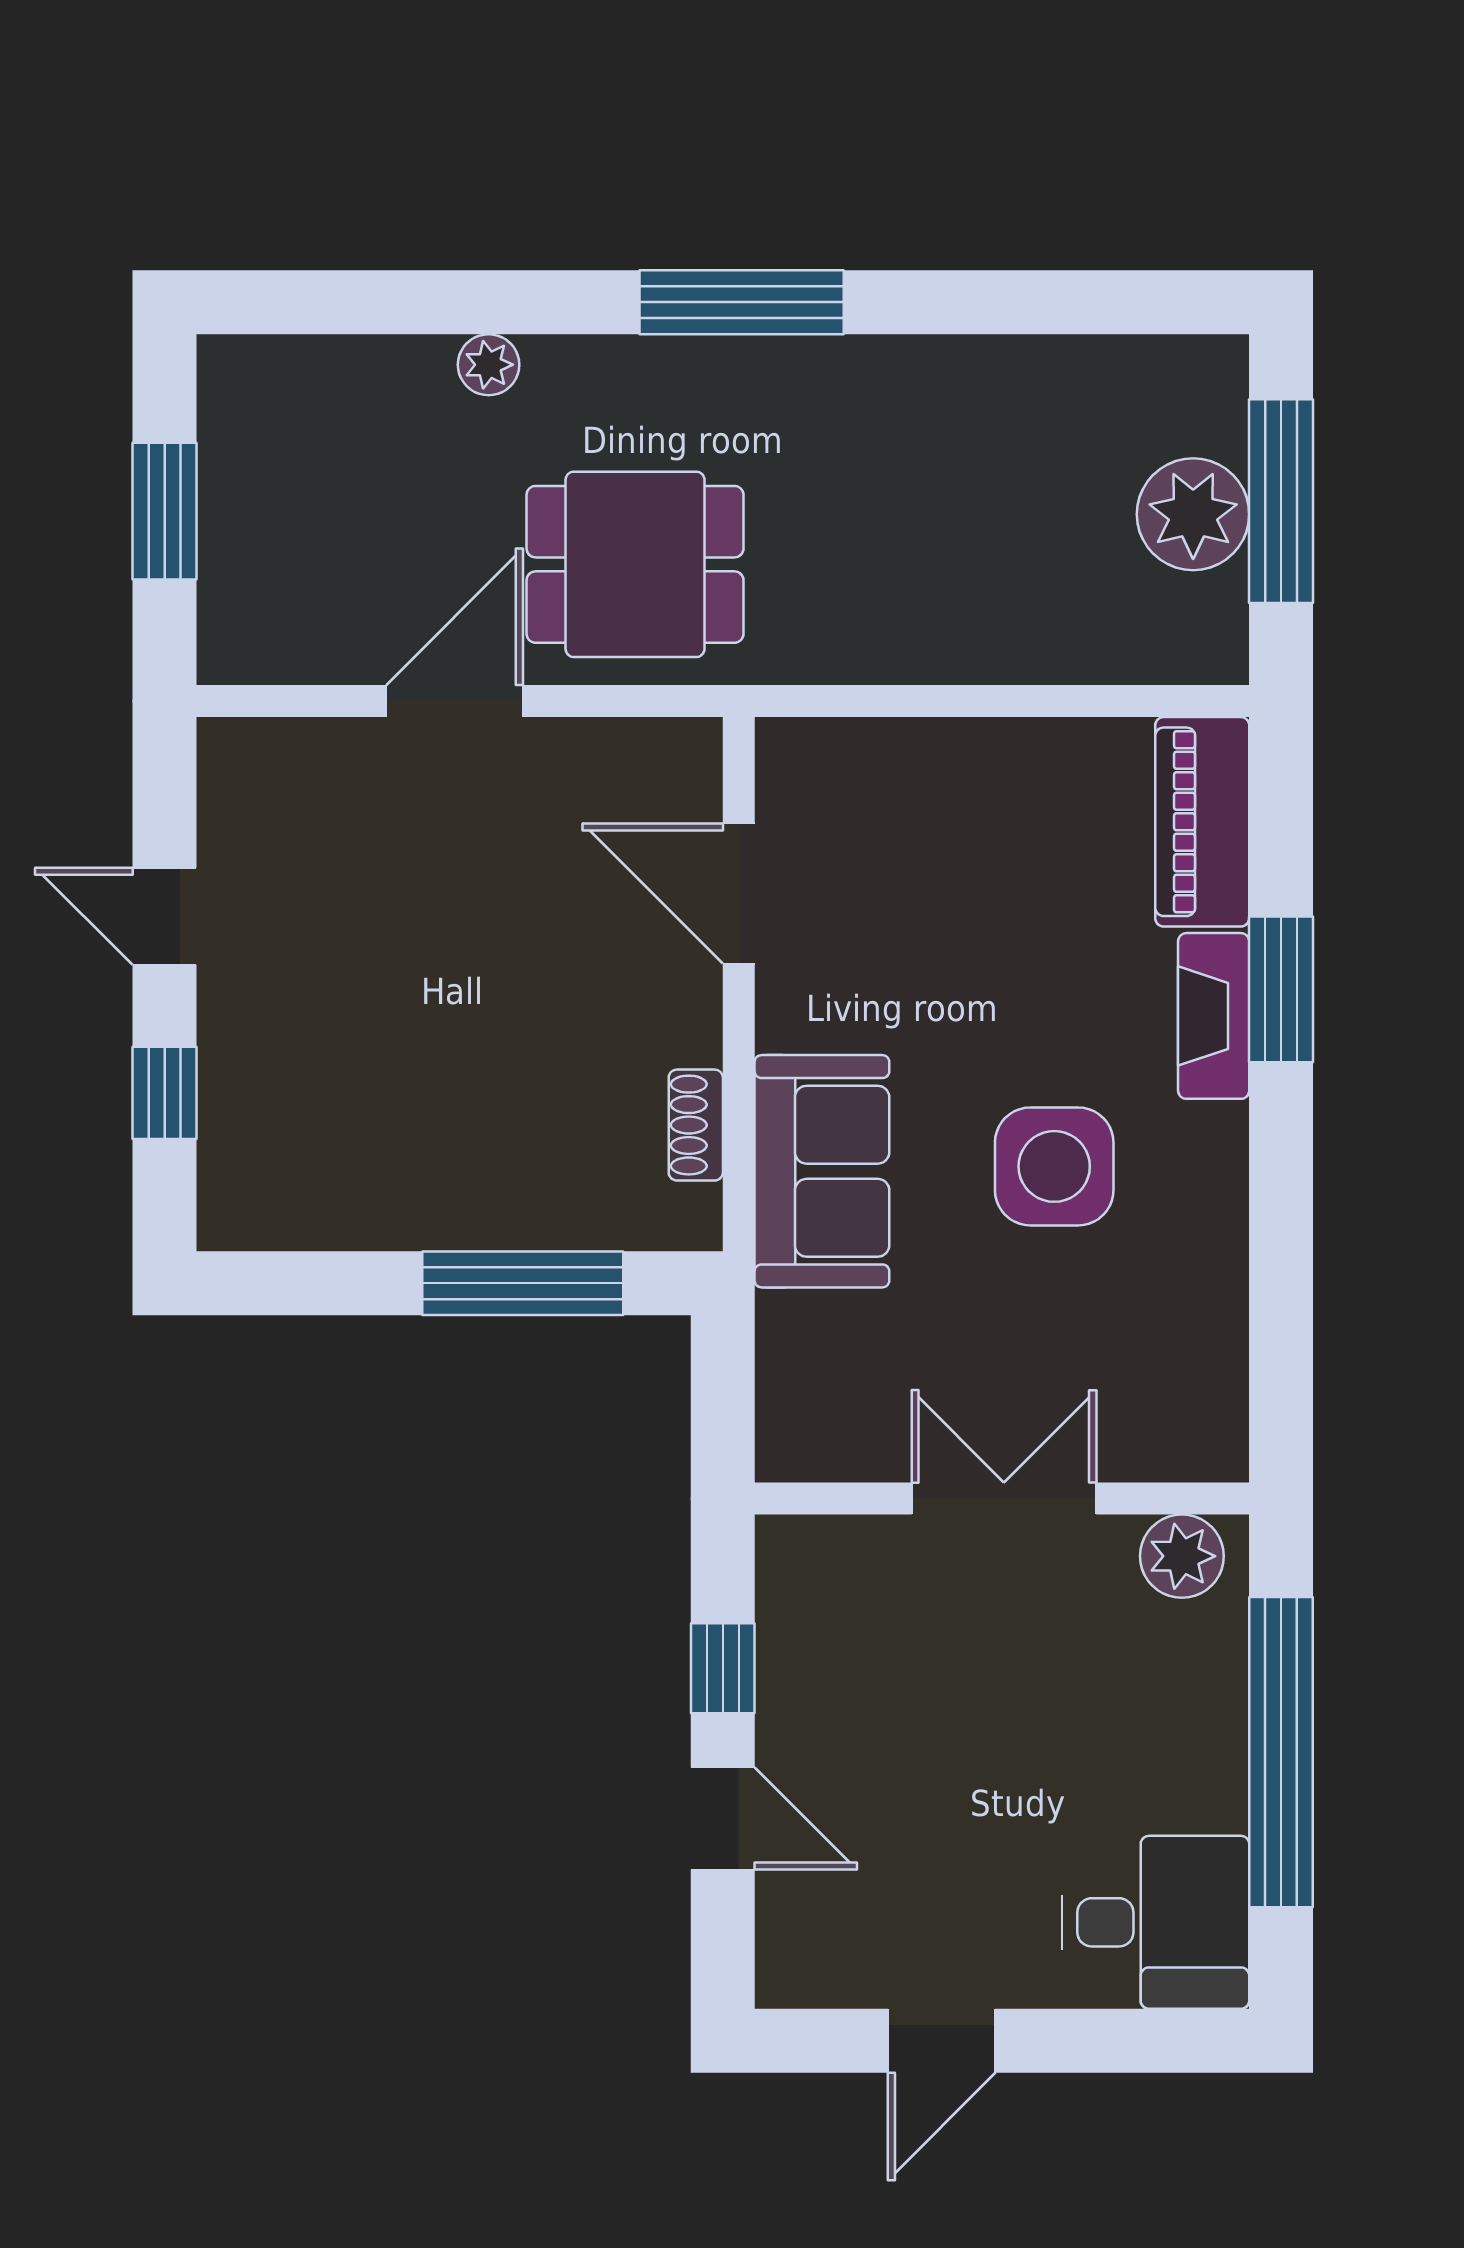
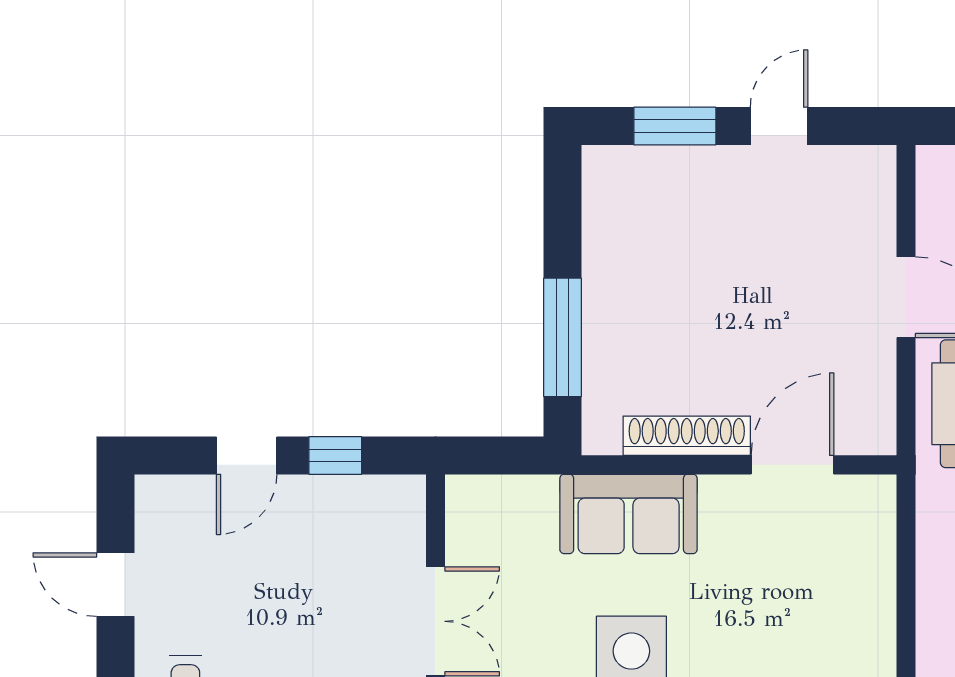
window: (165, 1093) -> (675, 126), width x1.50
shoe rack: (696, 1125) -> (687, 436), width x1.94, depth x1.24

